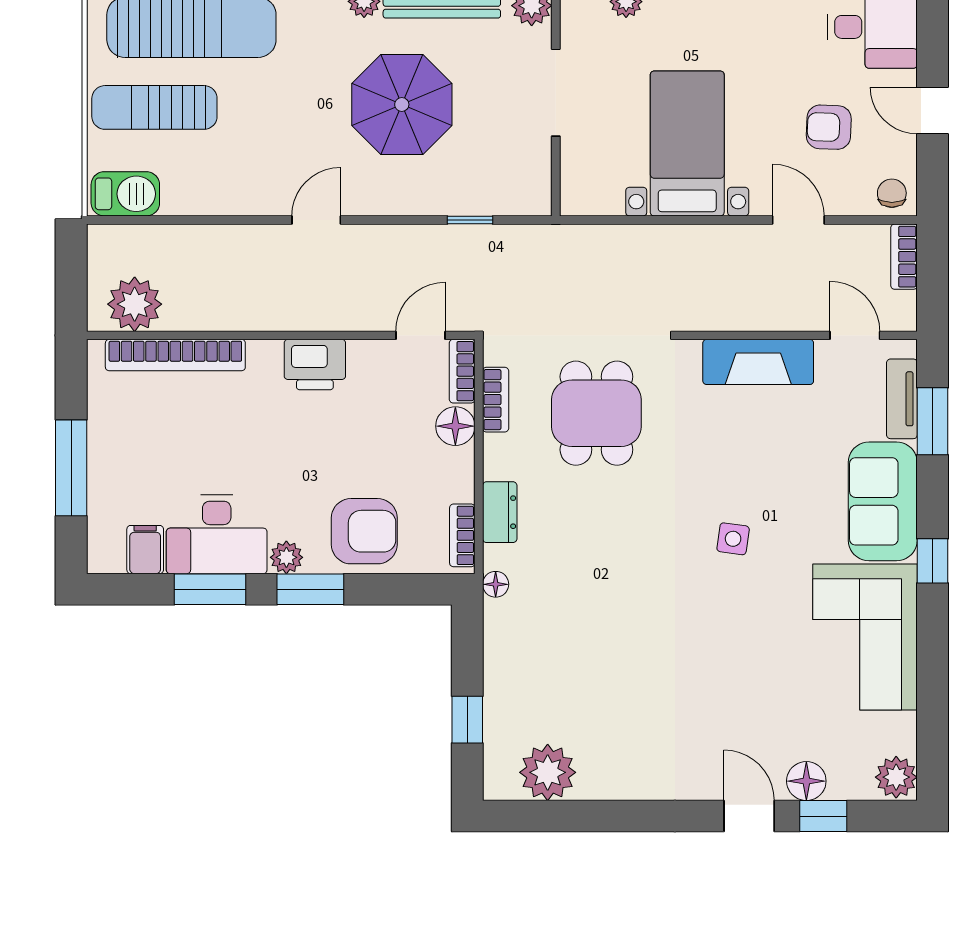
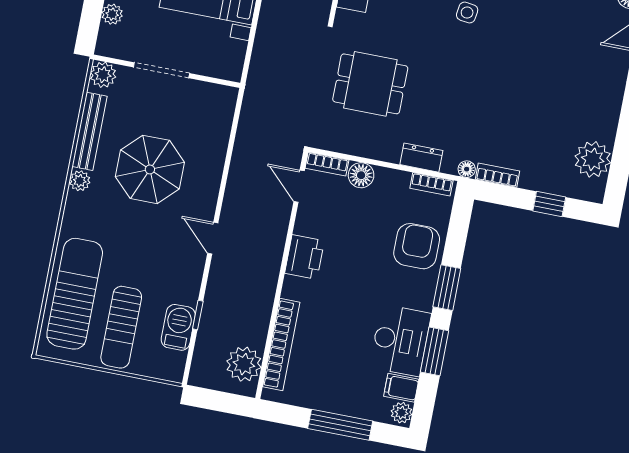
barbecue: (125, 194) -> (178, 327), moved
window: (470, 220) -> (198, 315), moved
bookcase: (496, 400) -> (498, 175), moved
plant: (286, 557) -> (402, 413), moved

